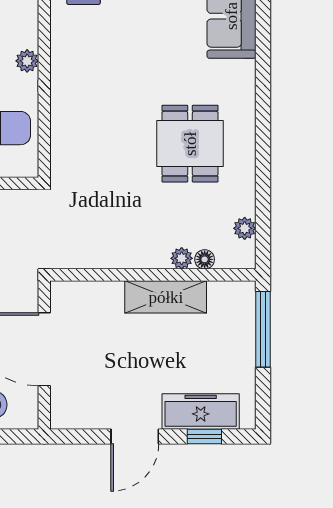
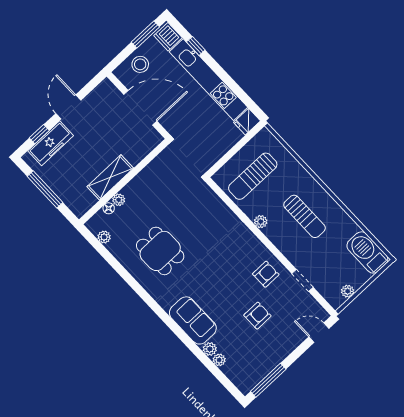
window: (263, 329) -> (45, 189), moved

